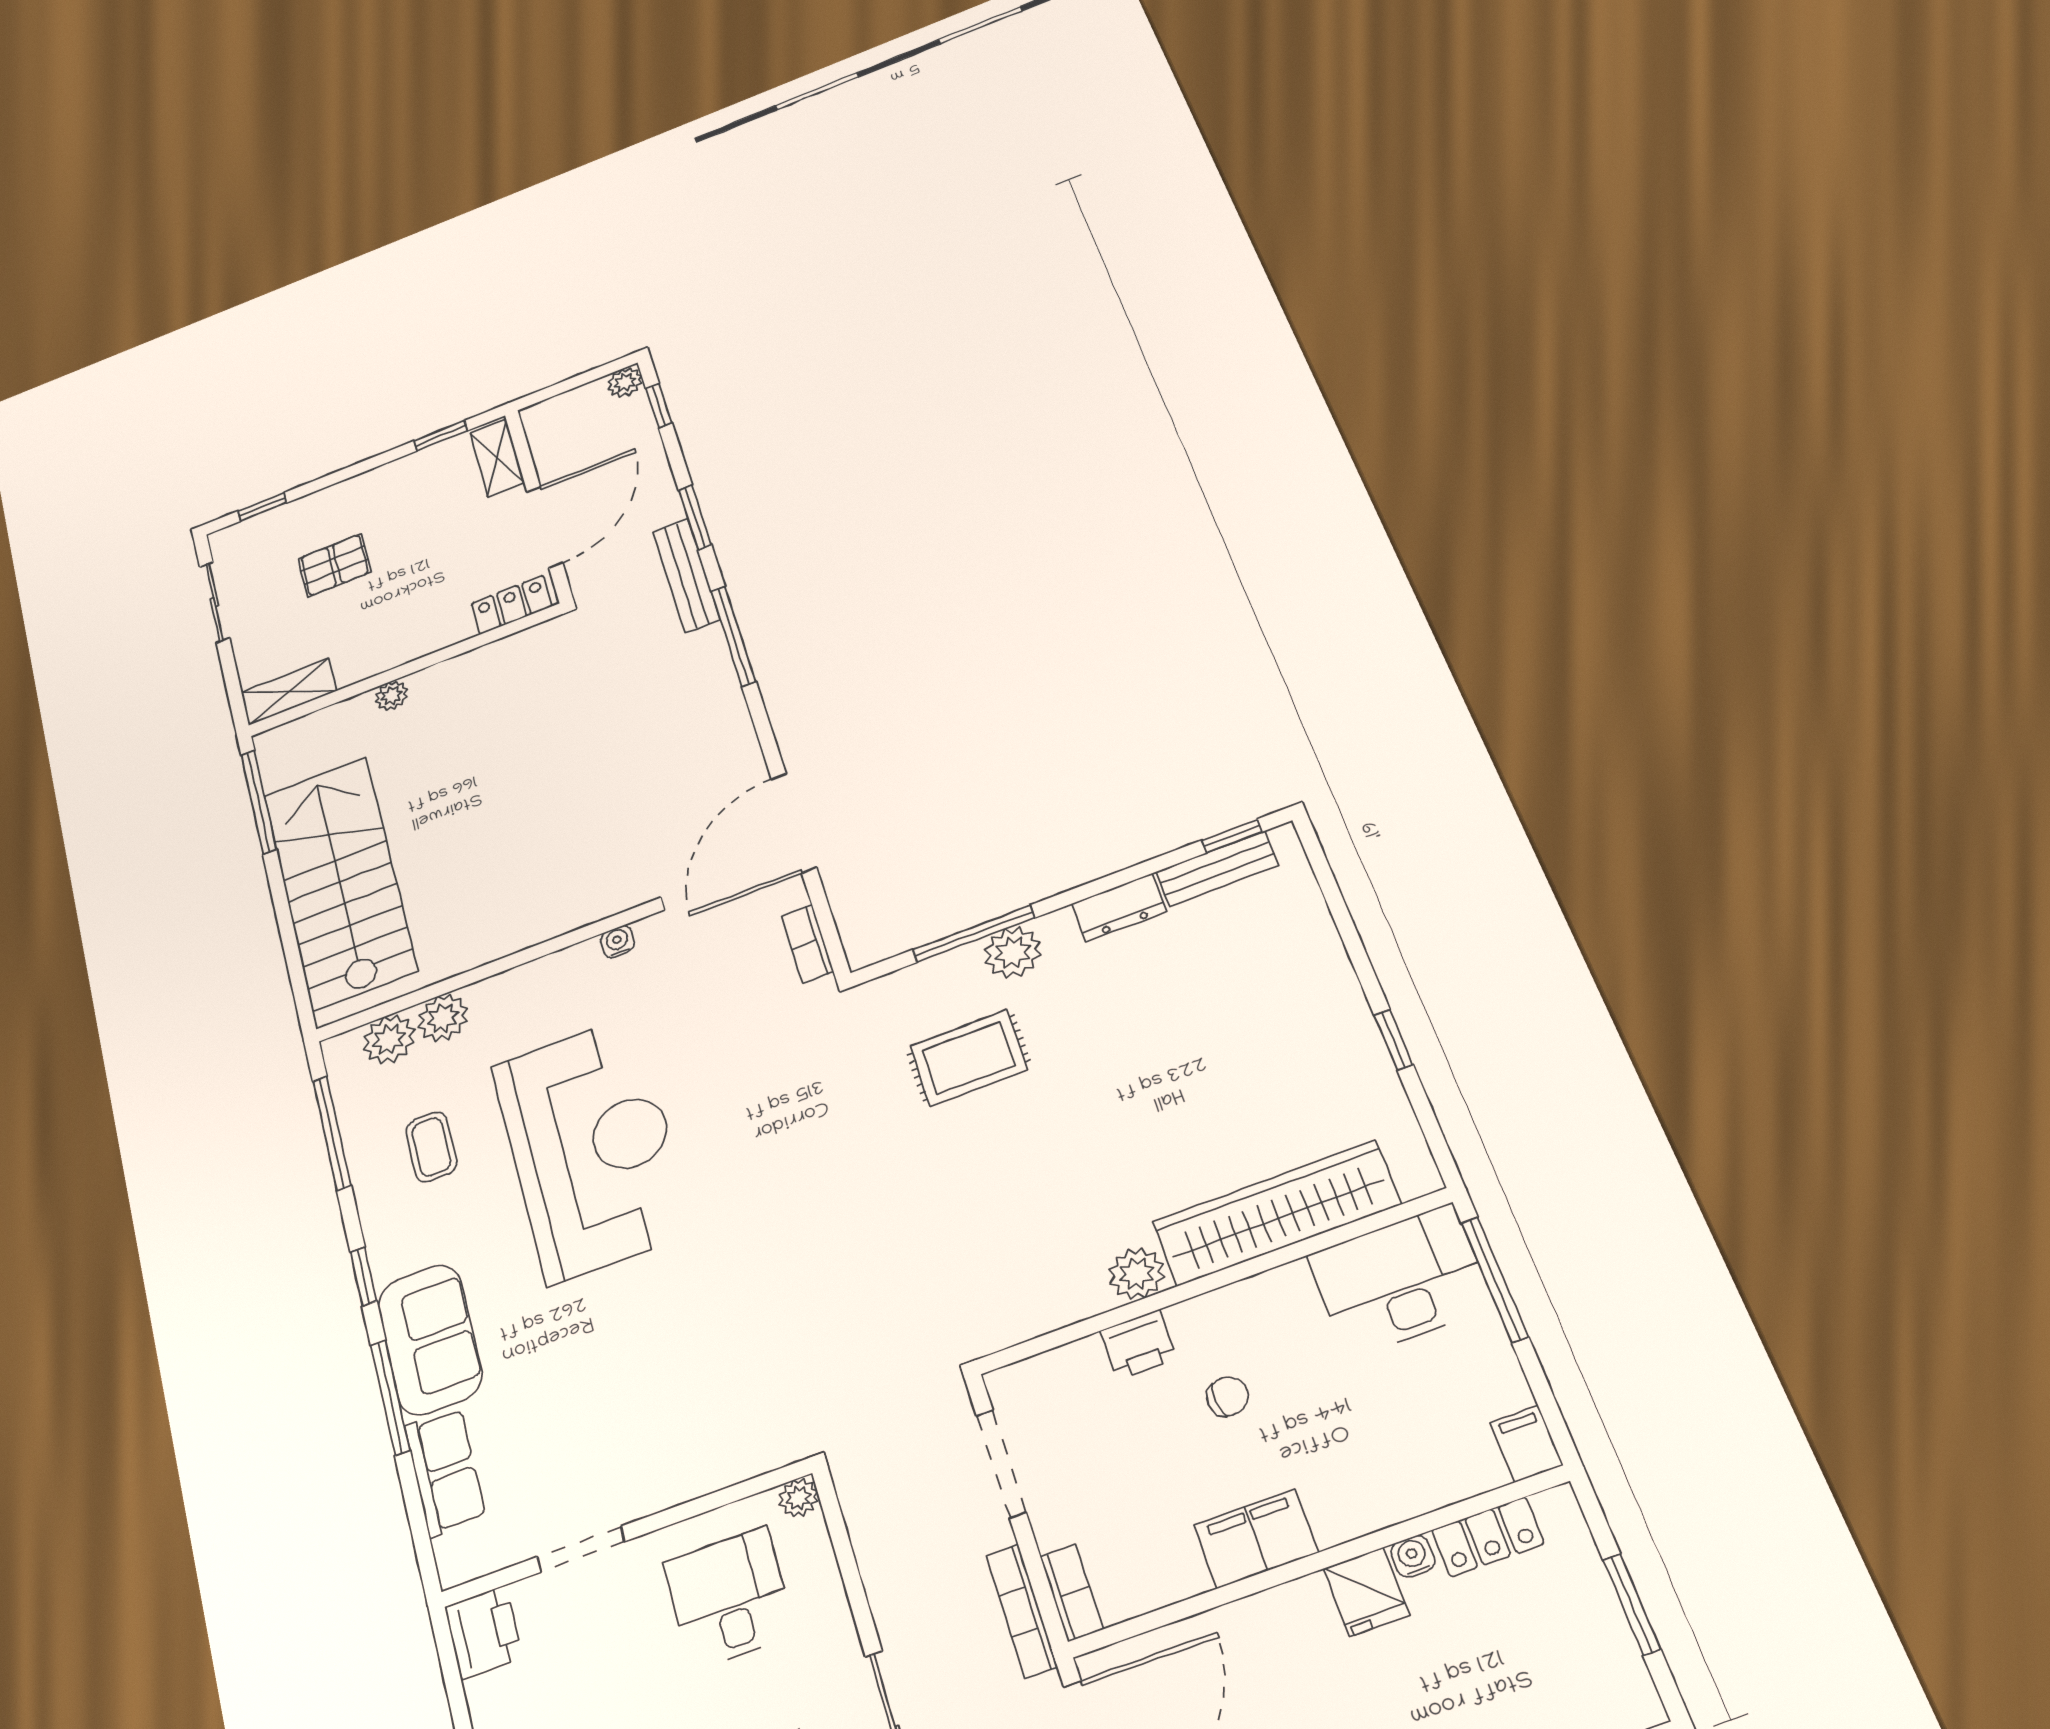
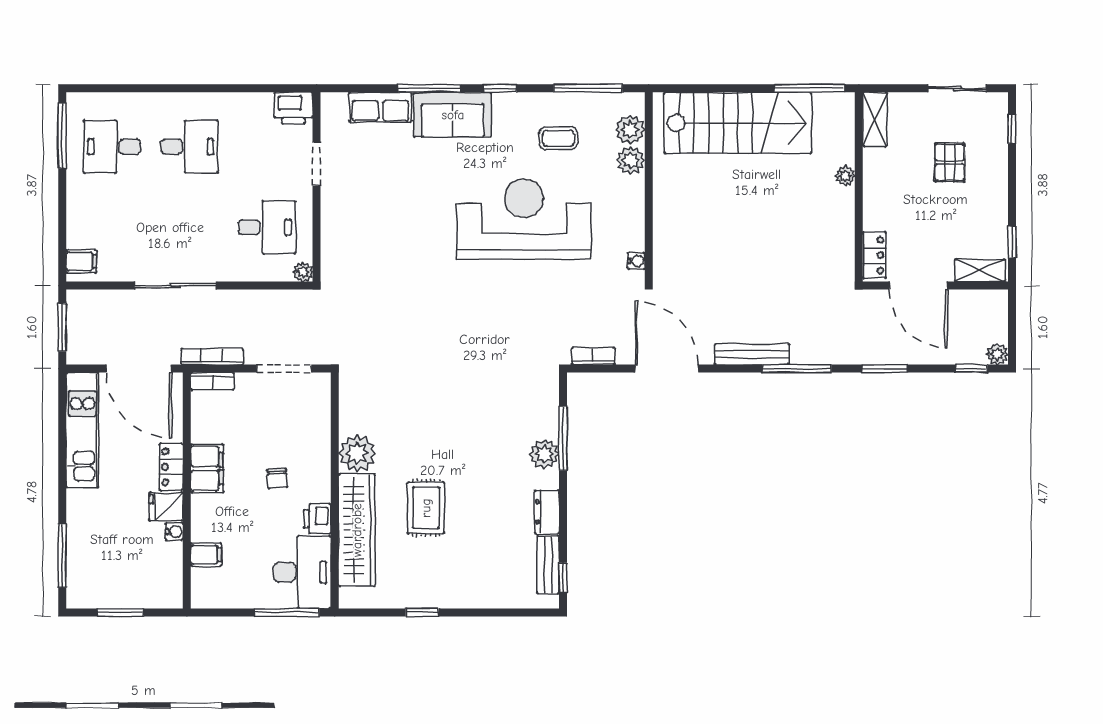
bench: (687, 575) -> (752, 354), moved
rug: (969, 1058) -> (426, 508), moved
reception desk: (592, 1148) -> (524, 219), turned 180
plant: (1137, 1274) -> (357, 453), width x1.36, depth x1.36
printer: (1138, 1345) -> (317, 519), moved
filing cabinet: (1526, 1444) -> (206, 555), moved
locker: (1488, 1537) -> (171, 467), moved

